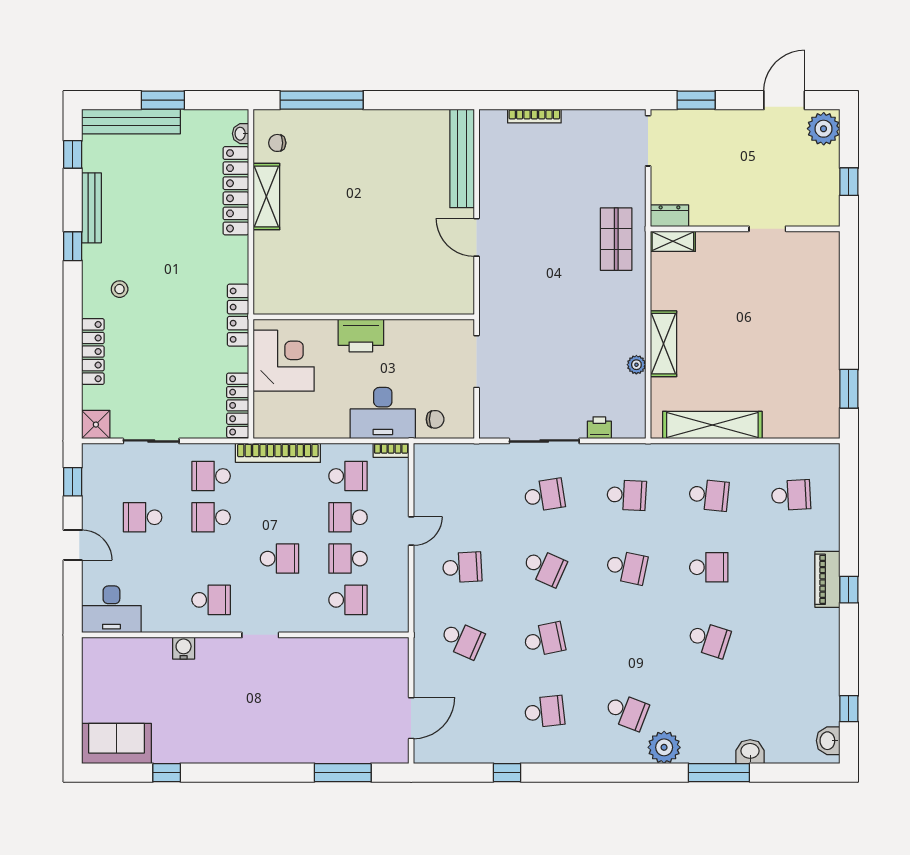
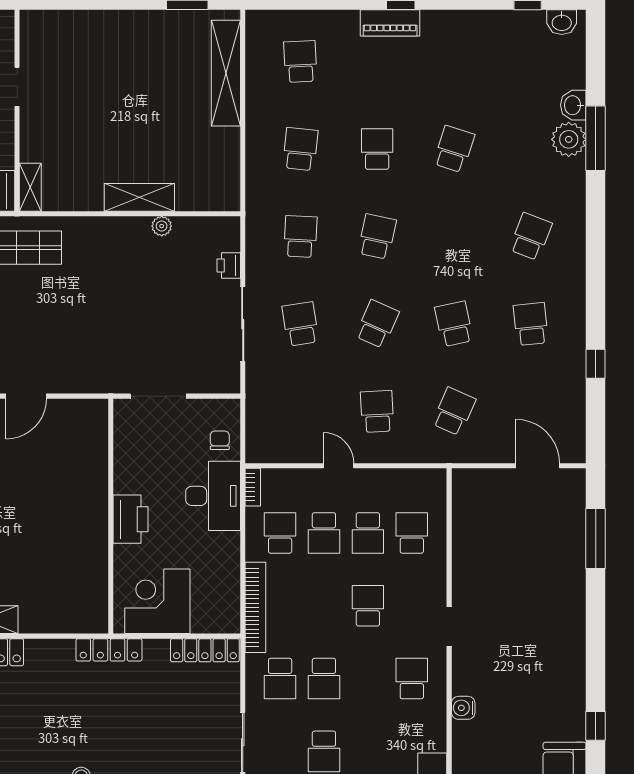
shelving: (712, 425) -> (226, 73), moved
plant: (664, 747) -> (569, 139), moved

